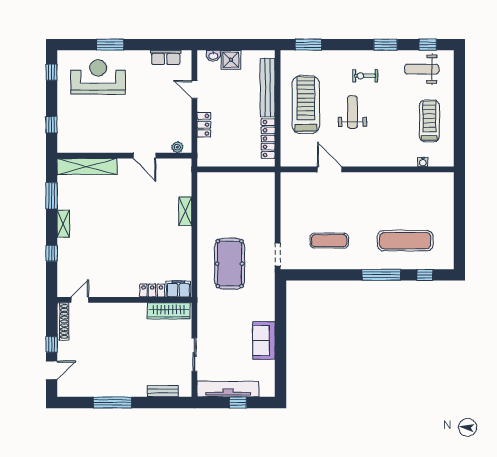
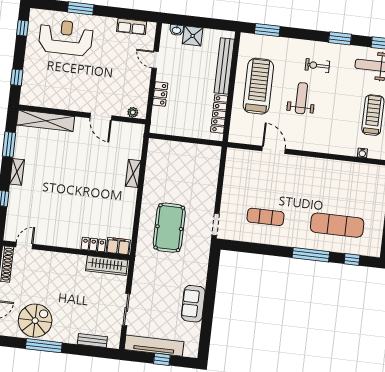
spiral stairs: (100, 377) -> (35, 321), added

